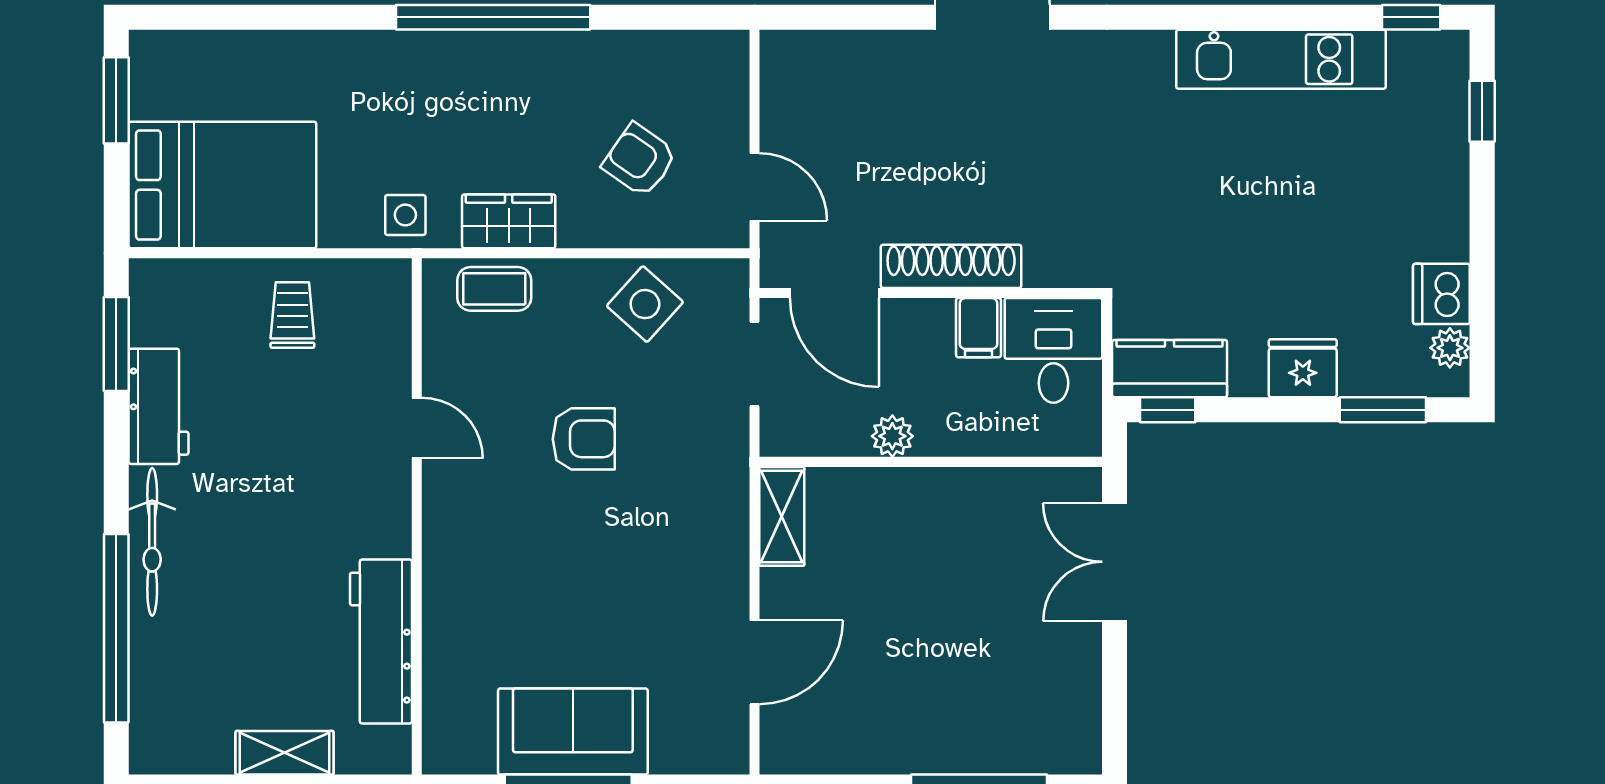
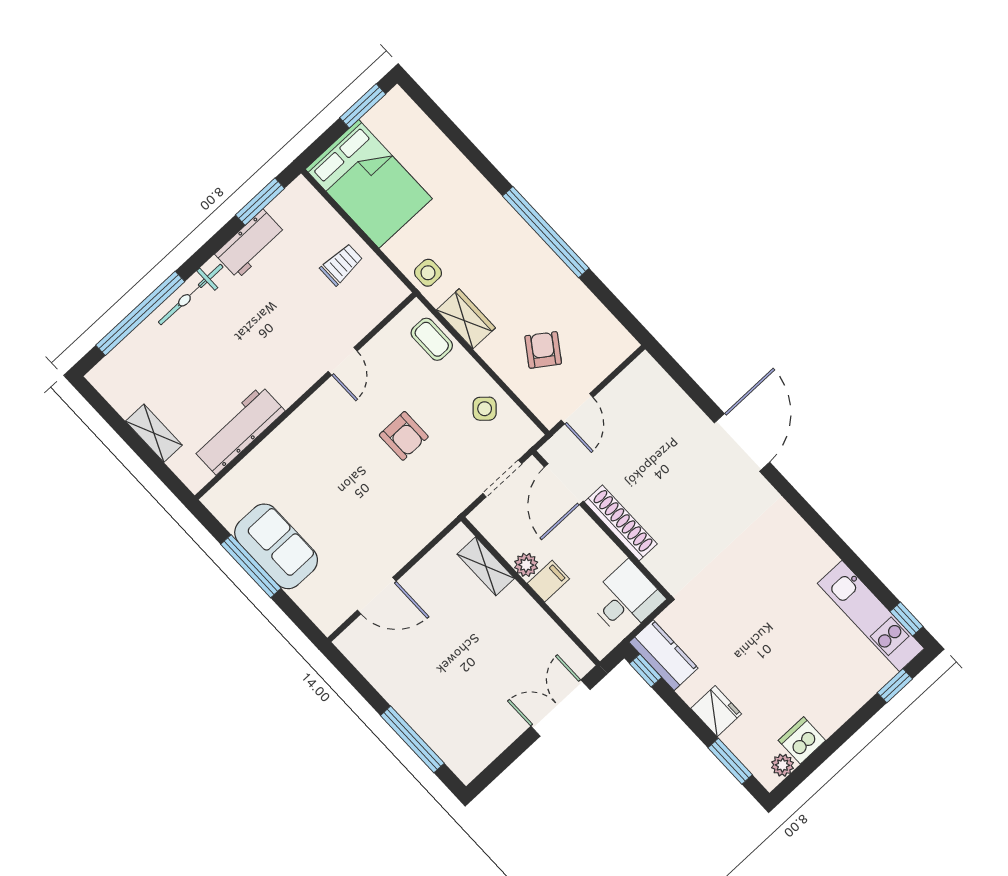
kitchen unit: (1281, 59) -> (871, 616), moved
side table: (645, 304) -> (485, 409), width x0.73, depth x0.73
filing cabinet: (979, 328) -> (548, 581), moved, turned 180
shelving: (782, 516) -> (486, 566), moved, turned 90

